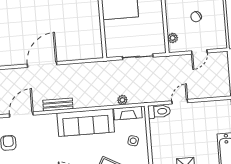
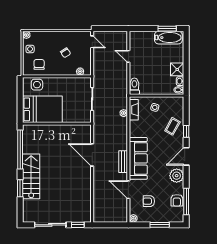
door: (199, 52) -> (92, 42), moved
door: (42, 64) -> (92, 155), moved
door: (180, 102) -> (128, 56), moved
sofa: (86, 123) -> (138, 158), moved

